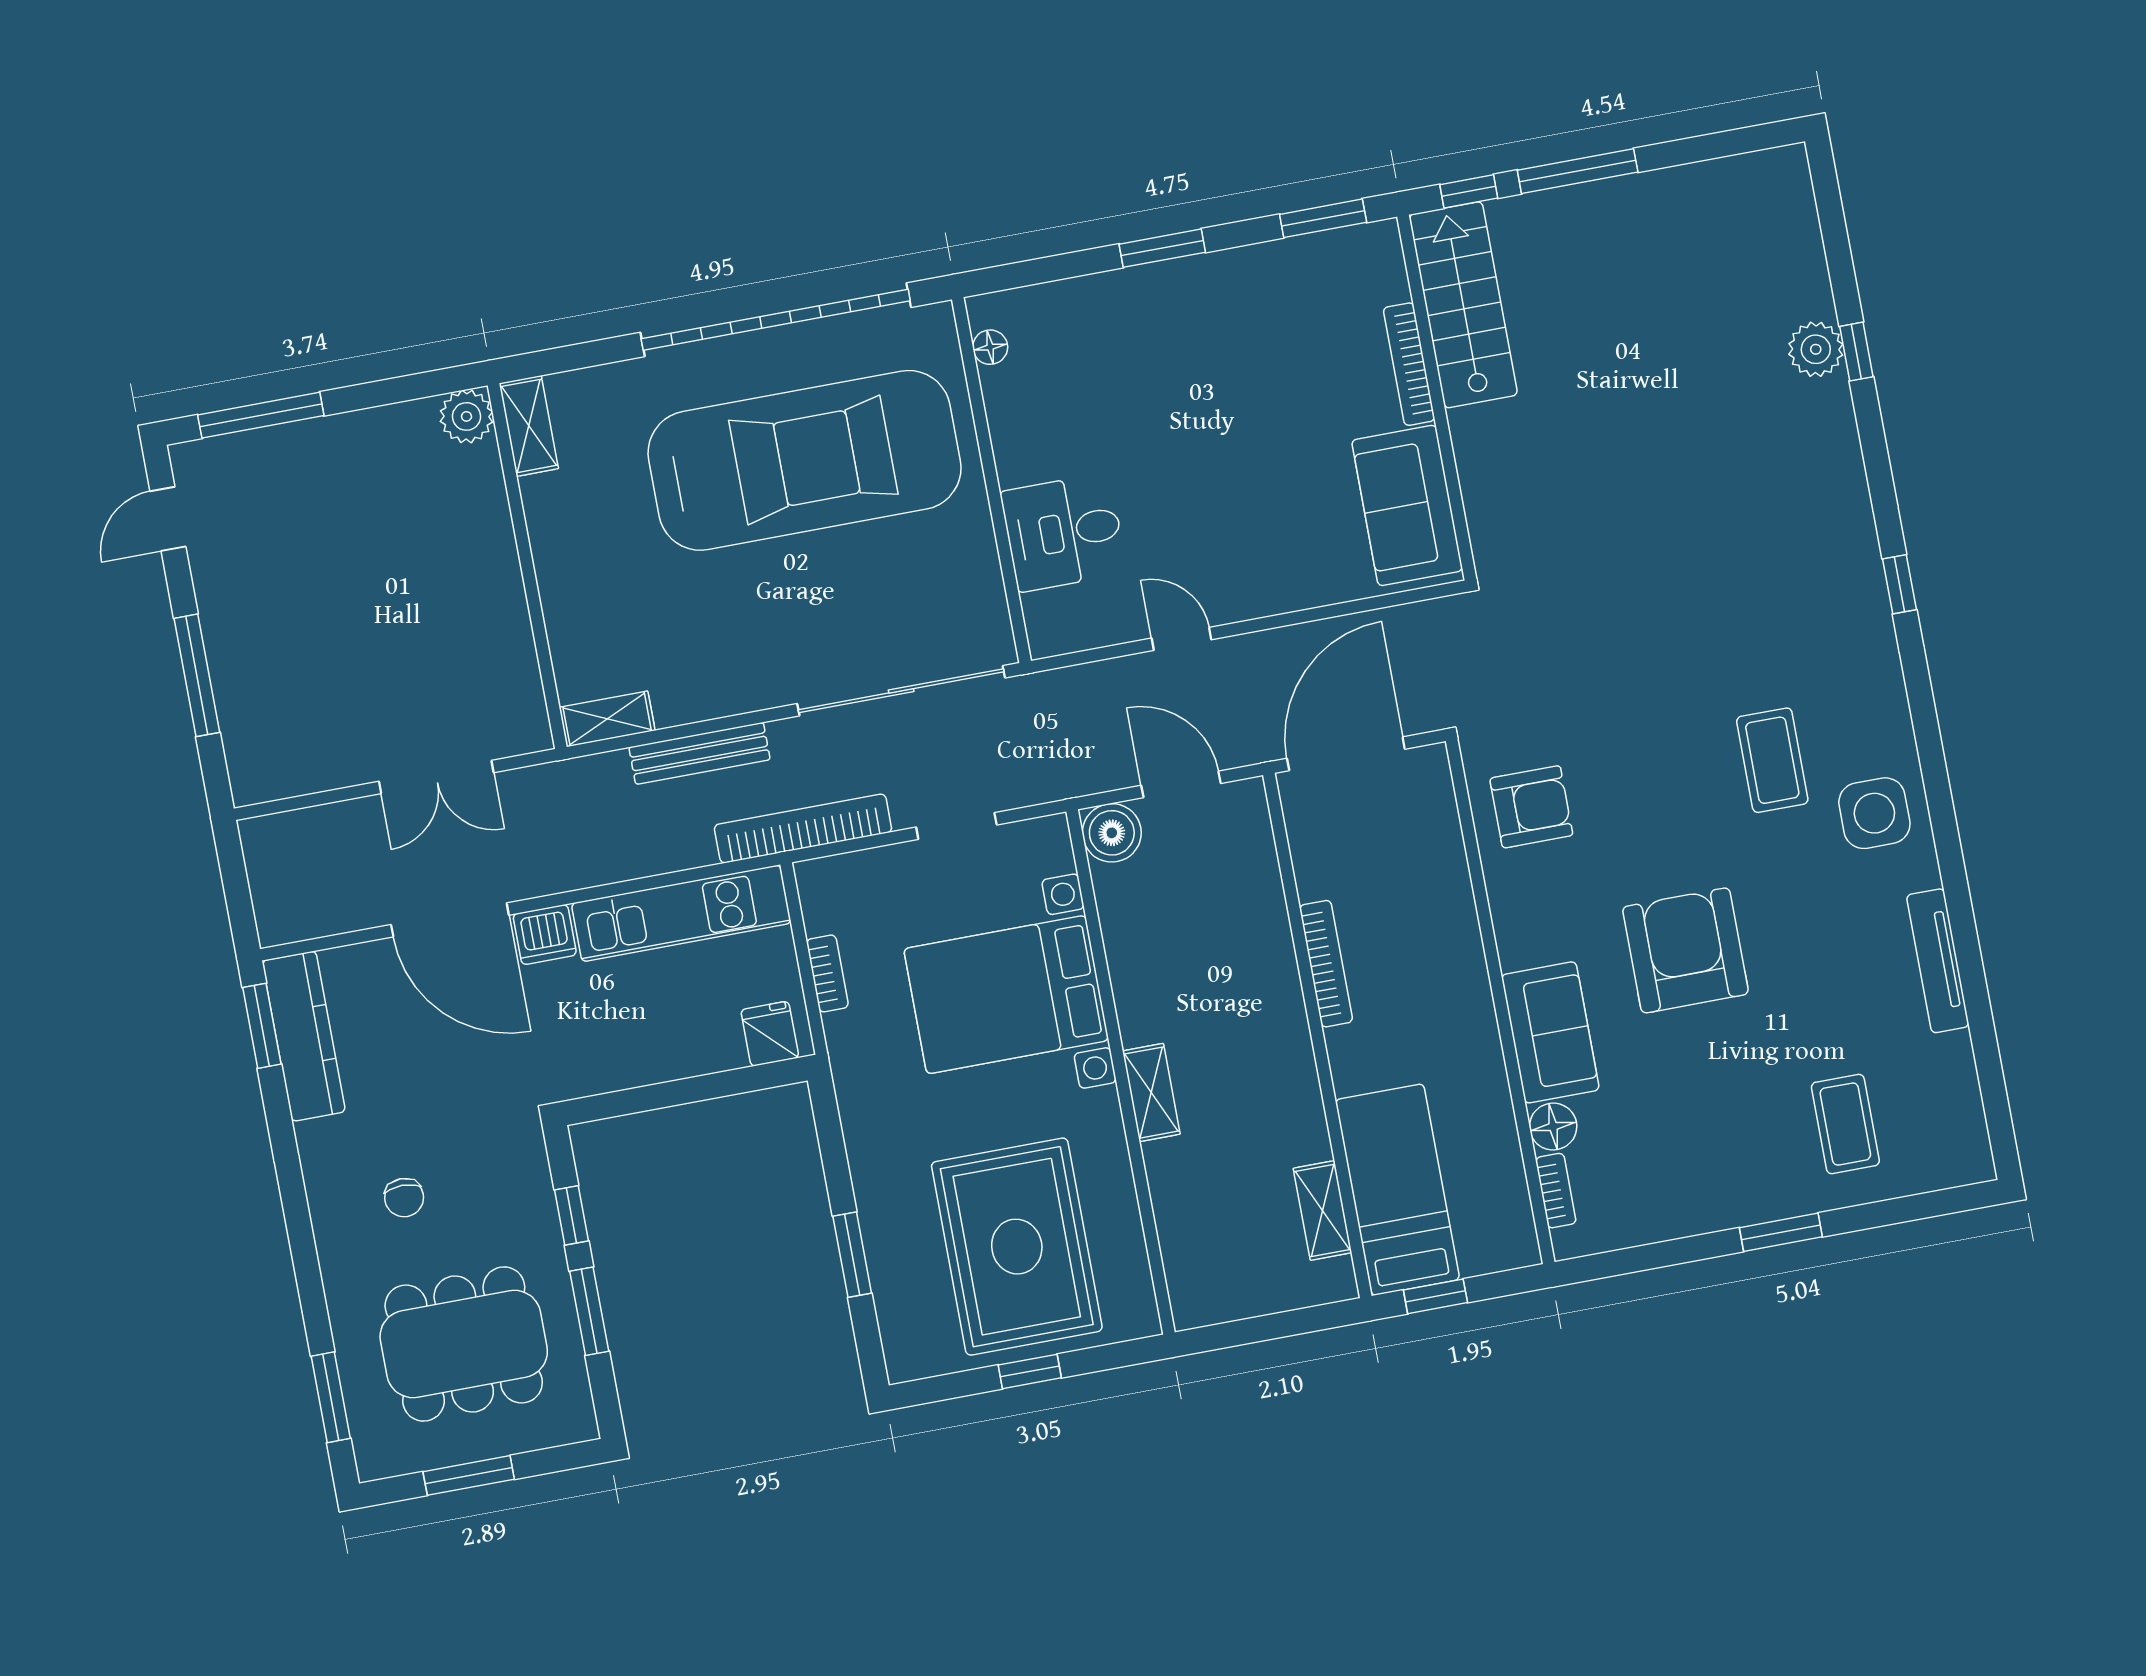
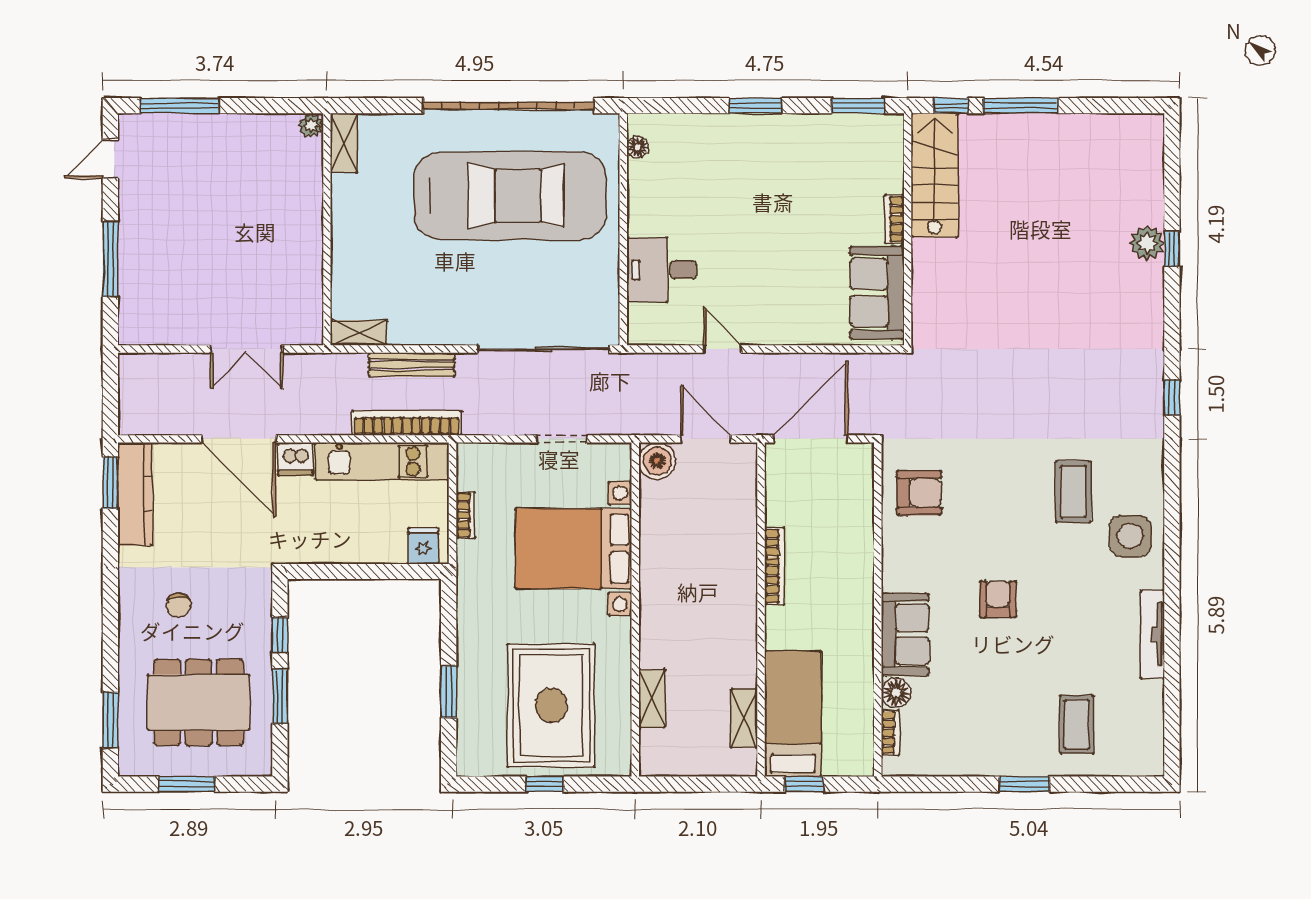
bookcase: (1409, 364) -> (894, 219), width x0.64
plant: (466, 416) -> (311, 125), width x0.73, depth x0.73
bookcase: (803, 828) -> (407, 423), moved
armchair: (1685, 950) -> (998, 599), width x0.53, depth x0.53
shelving: (1151, 1093) -> (652, 698), moved

